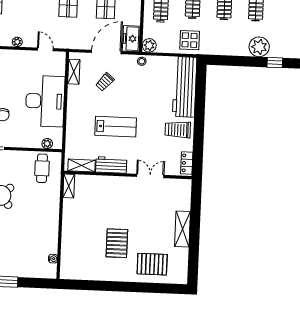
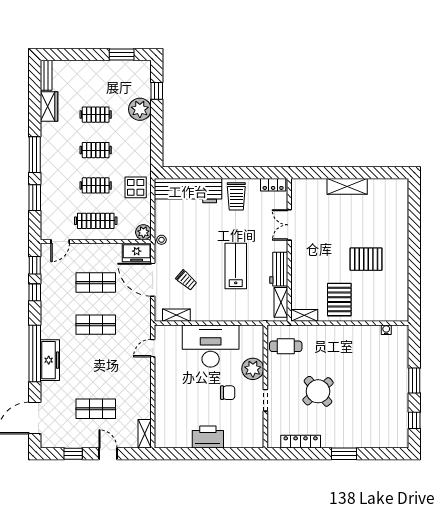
plant: (17, 42) -> (146, 380), removed
plant: (47, 144) -> (253, 369), moved, width x1.87, depth x1.87
pallet: (152, 264) -> (339, 300), moved

